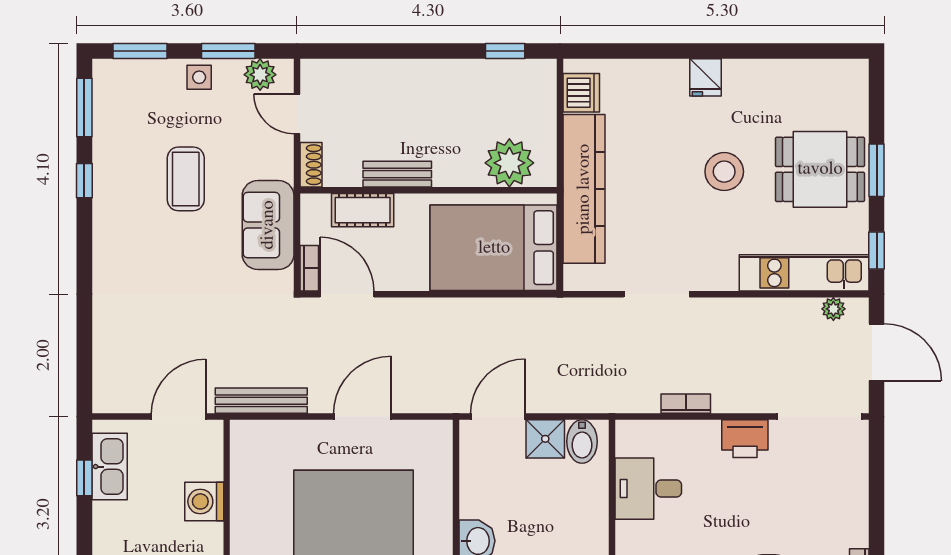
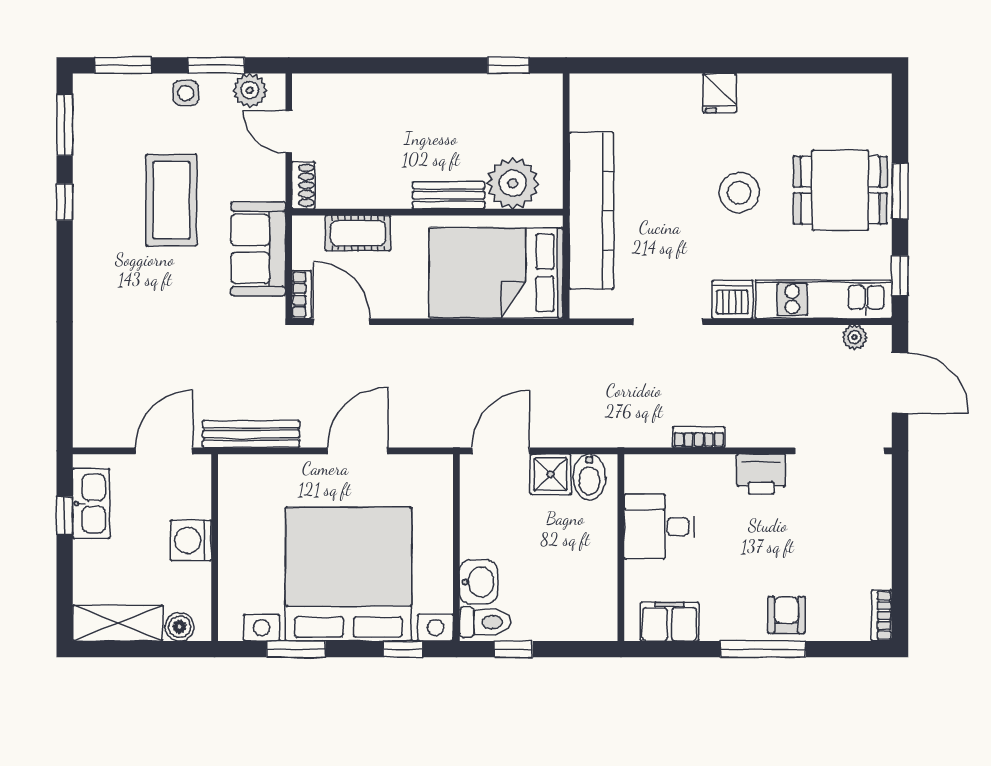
dishwasher: (581, 93) -> (732, 299), moved, turned -90
bench: (397, 174) -> (449, 195), moved
coffee table: (186, 179) -> (171, 200), width x1.36, depth x1.32

